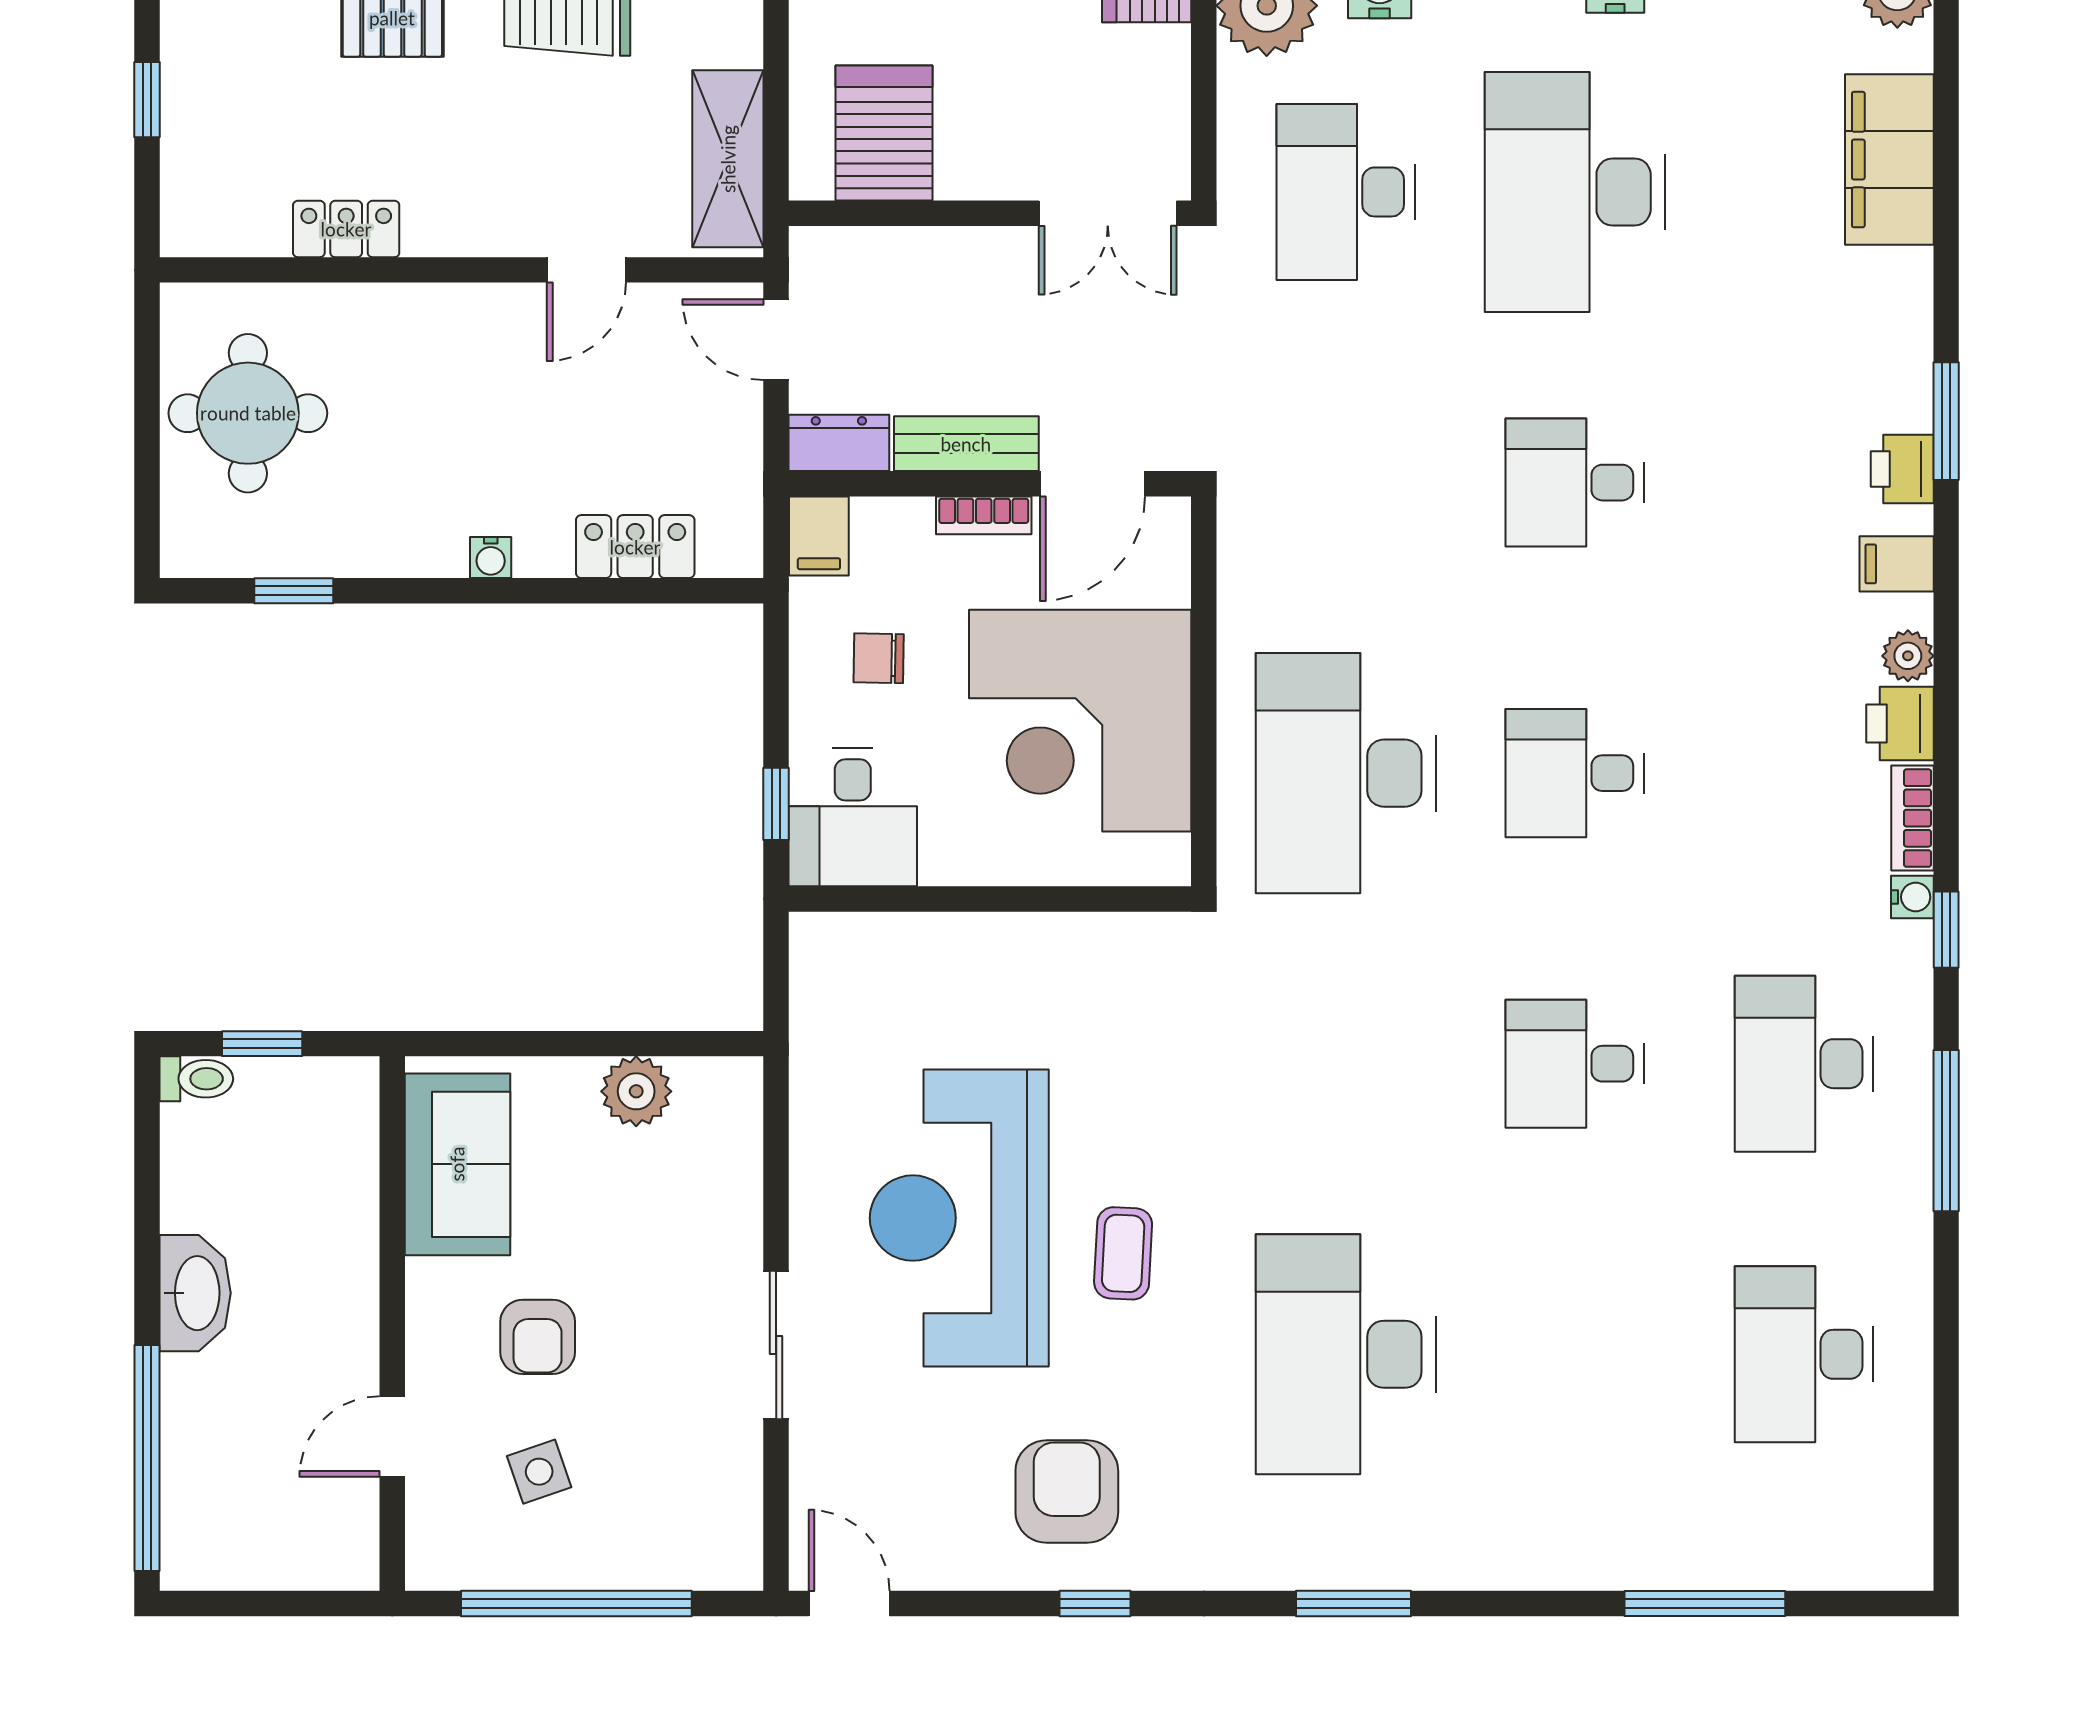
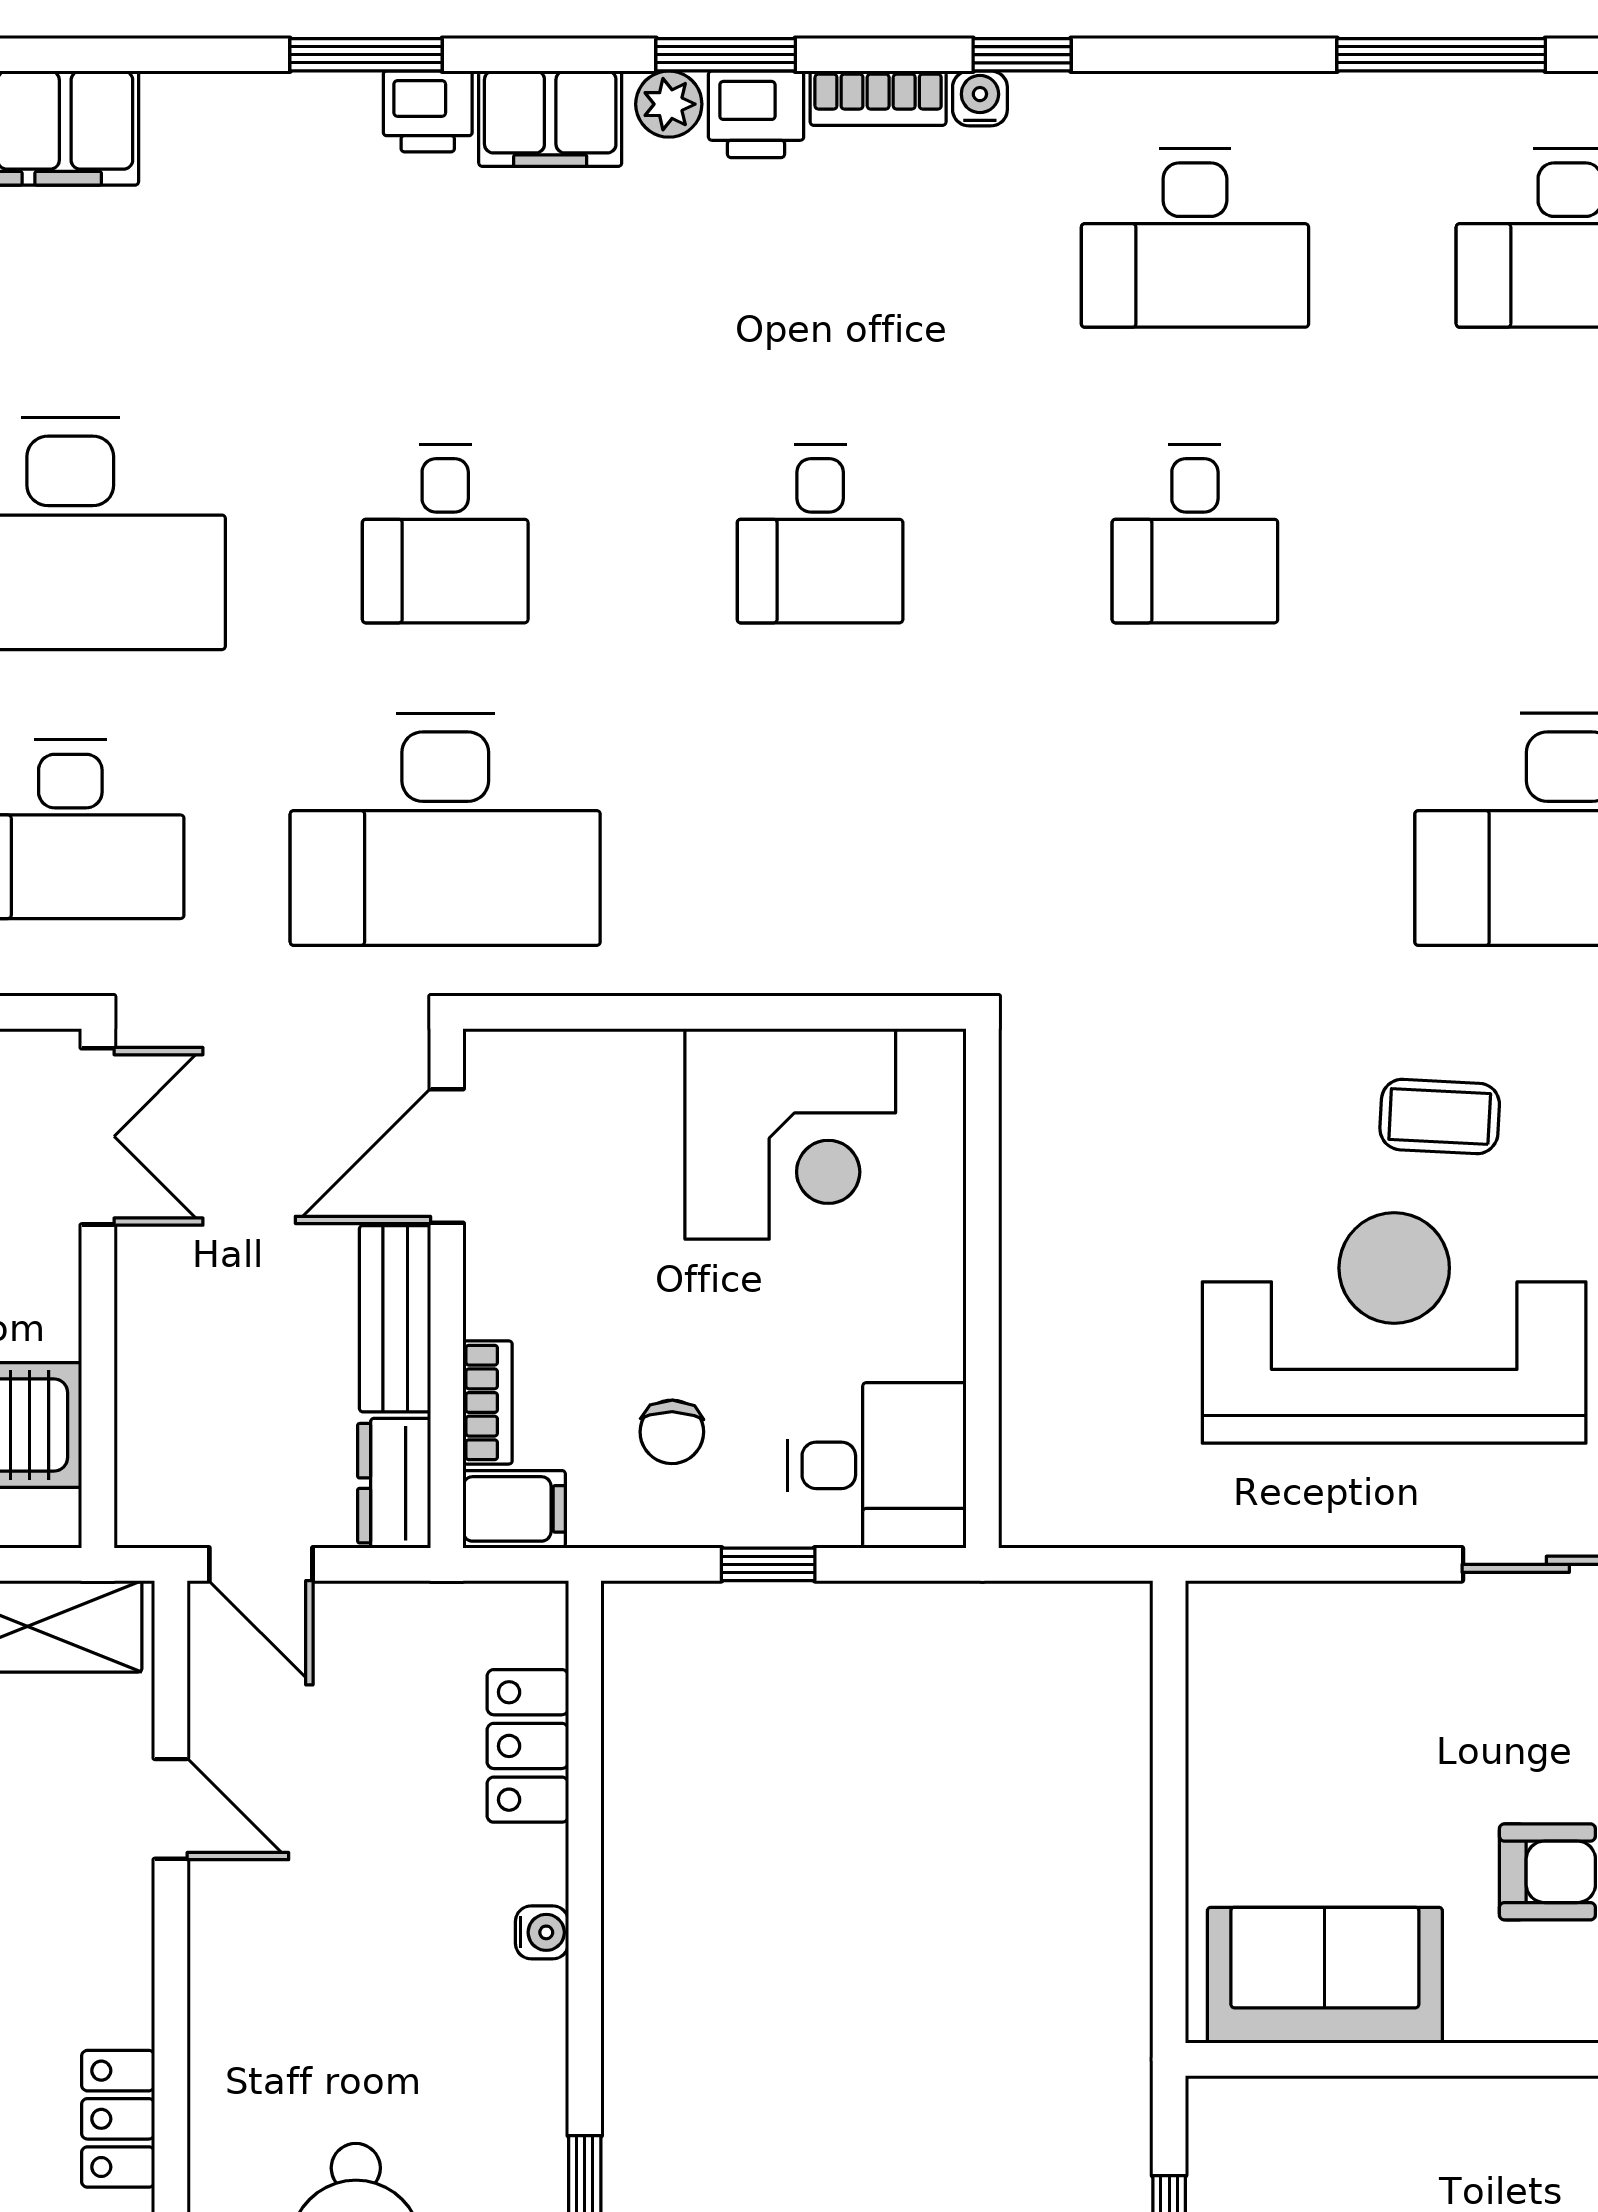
door: (776, 340) -> (261, 1564), hinge flipped
door: (1092, 484) -> (447, 1156), swing flipped
bookcase: (984, 515) -> (488, 1402), moved
filing cabinet: (1897, 564) -> (550, 119), width x2.00
window: (1946, 700) -> (726, 55), added
corner desk: (1080, 721) -> (790, 1134), width x0.74, depth x0.74
desk: (1346, 773) -> (445, 829), moved
window: (776, 804) -> (768, 1564), moved
plant: (636, 1091) -> (1231, 1745), removed
window: (1946, 1131) -> (1441, 55), moved
reception desk: (959, 1218) -> (1394, 1328), turned 180

